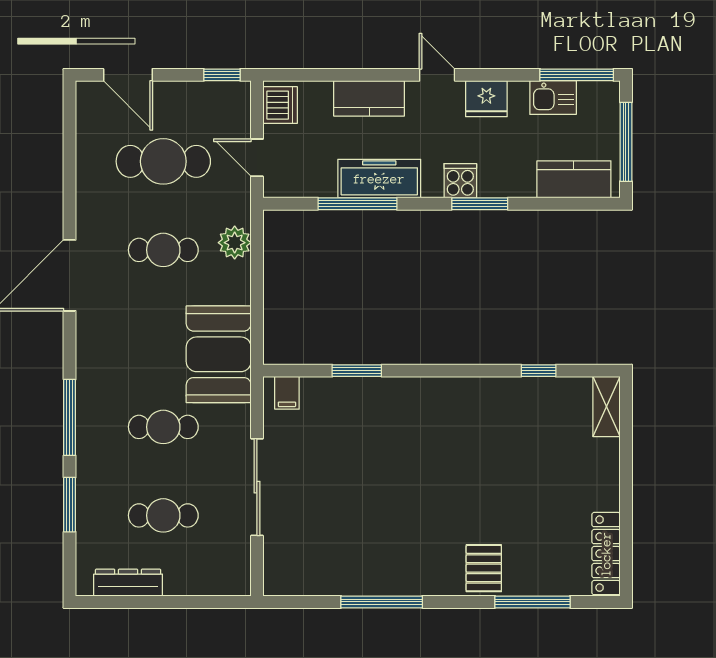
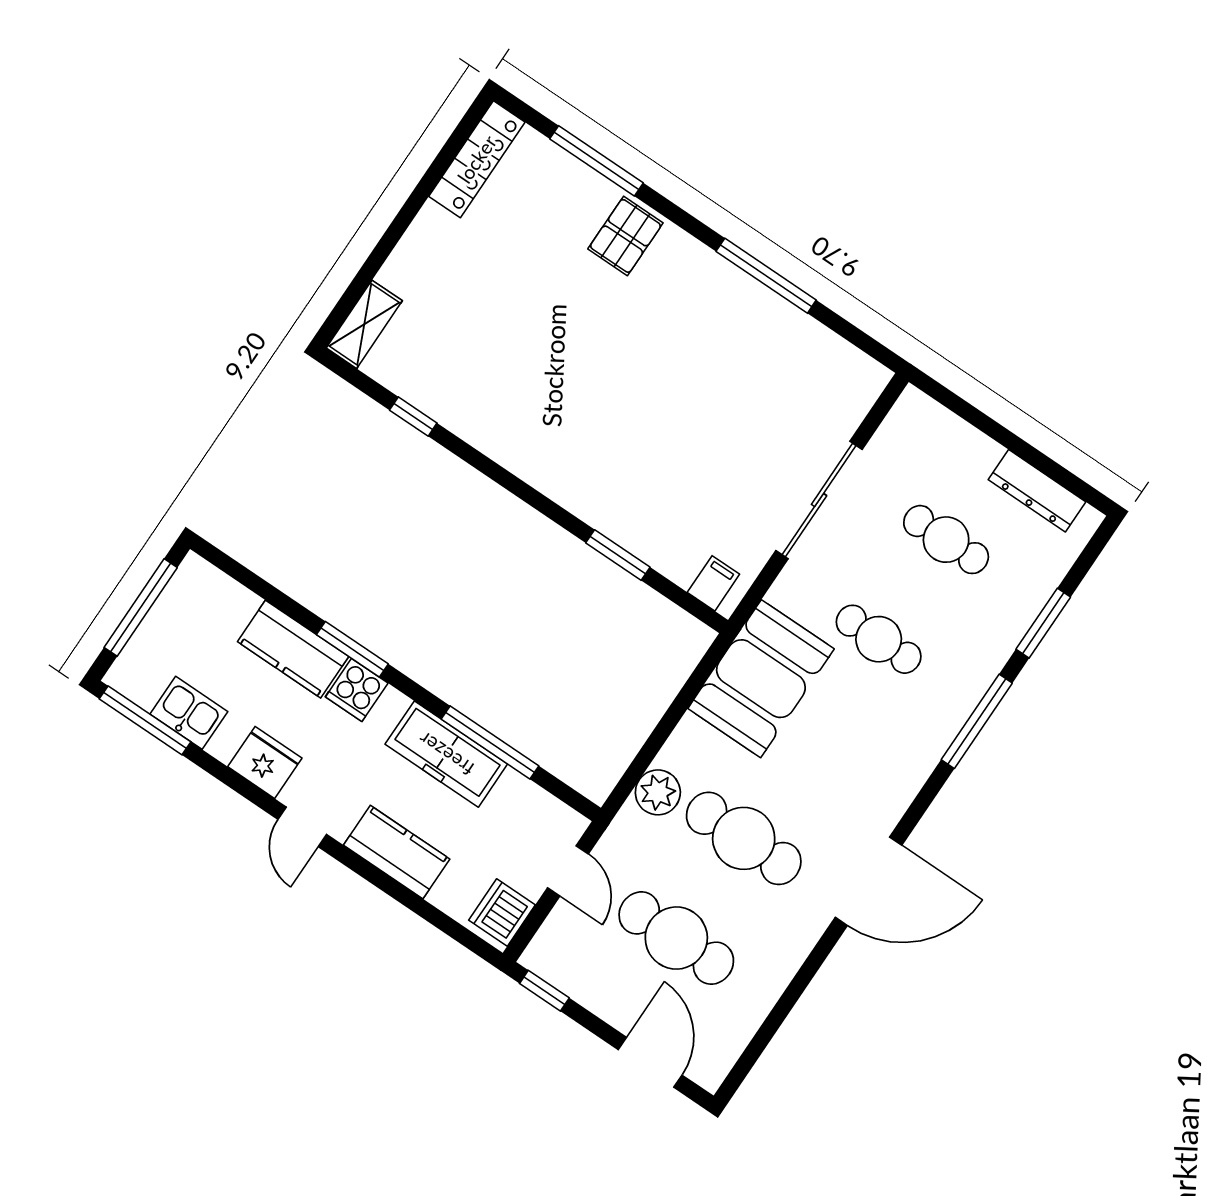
kitchen counter: (574, 179) -> (293, 649), moved
cafe table: (163, 250) -> (744, 838), width x1.37, depth x1.35

